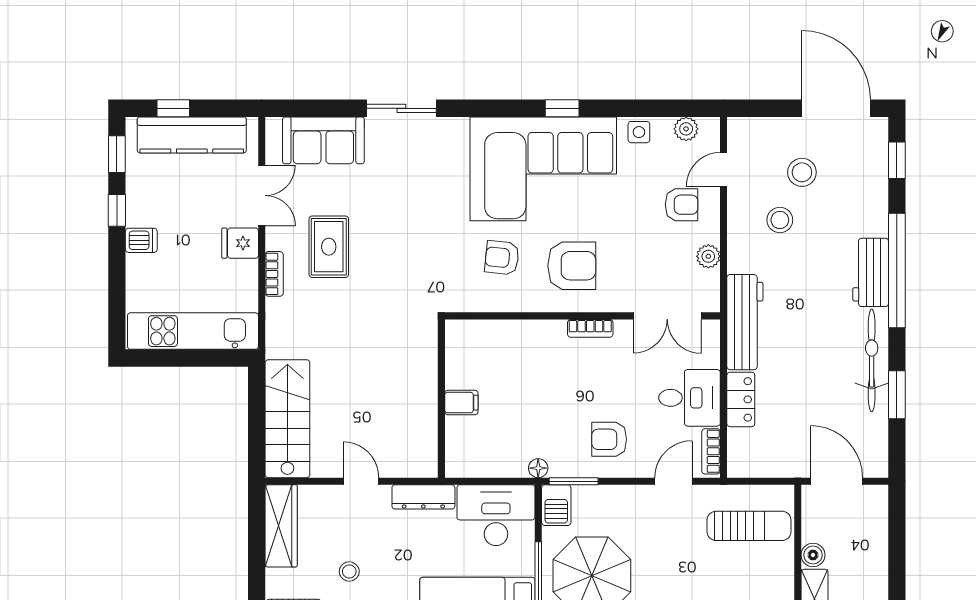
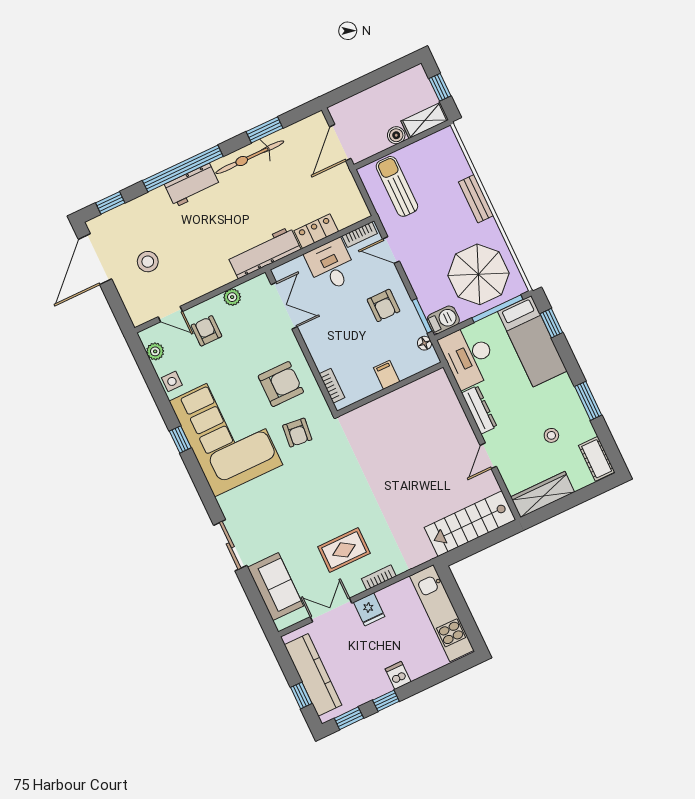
stool: (780, 220) -> (186, 261), removed
armchair: (572, 266) -> (281, 384), turned 90
bookcase: (590, 328) -> (332, 386), moved
wall: (441, 399) -> (390, 389), moved
filing cabinet: (461, 403) -> (387, 375), moved

